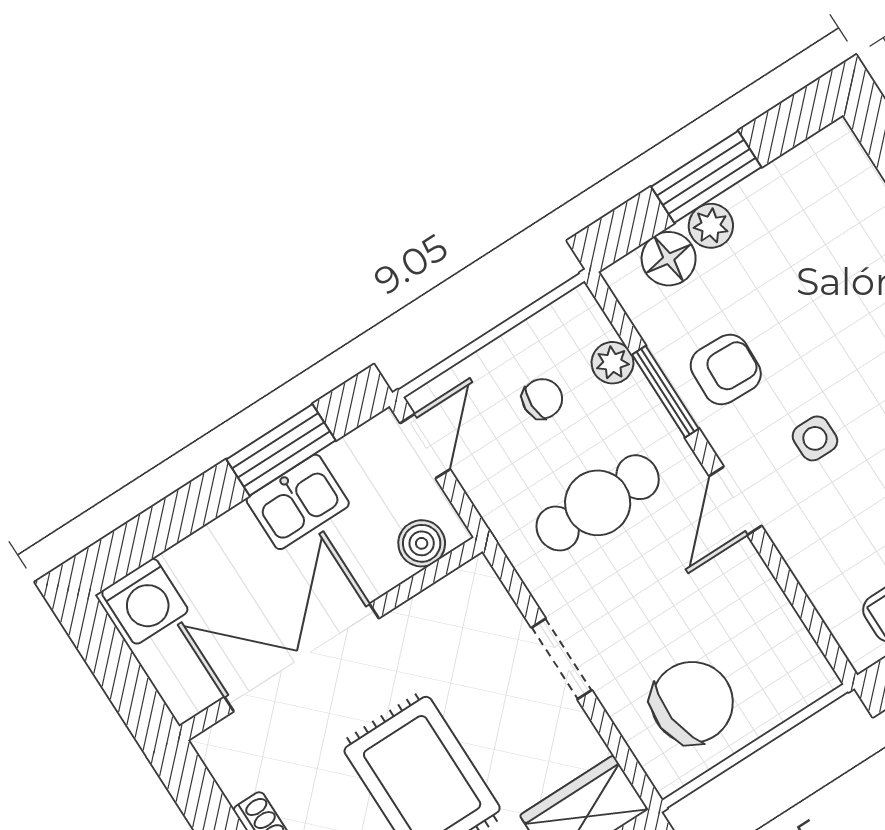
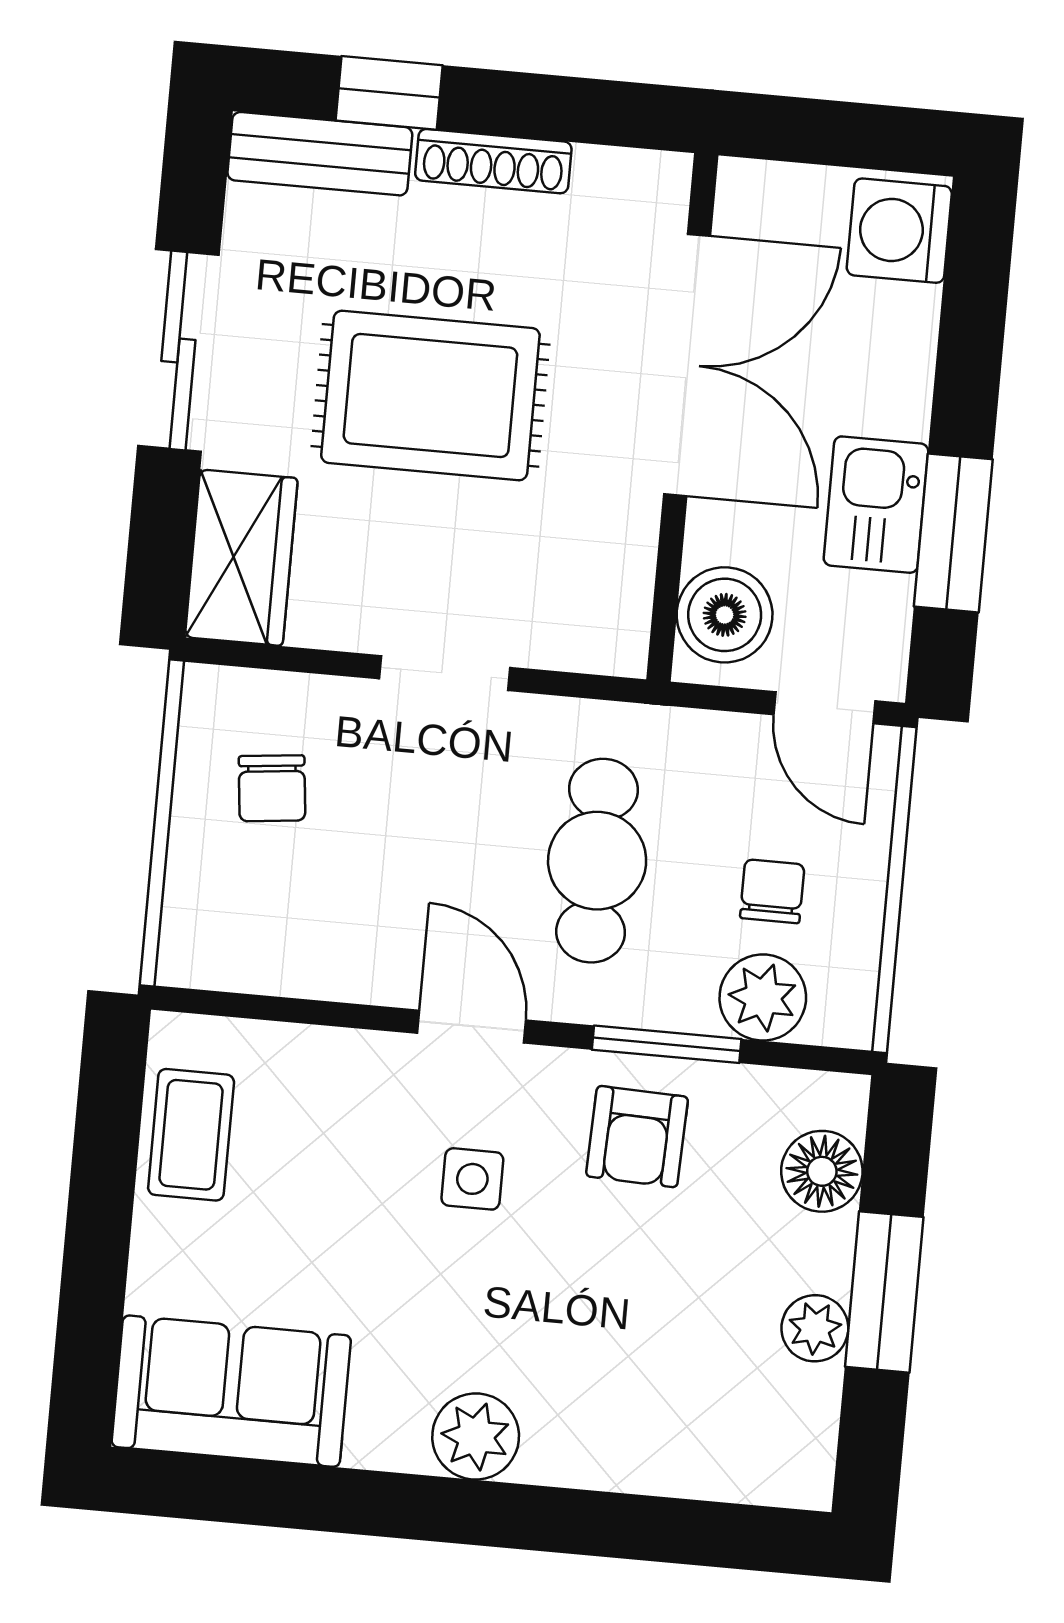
plant: (711, 226) -> (815, 1328), moved
plant: (612, 363) -> (763, 997), width x1.38, depth x1.38
chair: (542, 399) -> (772, 891), turned 180
boiler: (422, 543) -> (725, 615), width x1.36, depth x1.36
chair: (692, 702) -> (272, 788), width x0.54, depth x0.54

